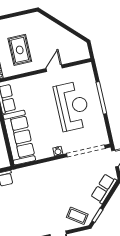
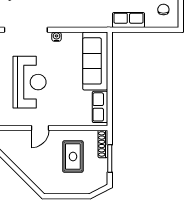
reception desk: (72, 106) -> (30, 82), turned 180

